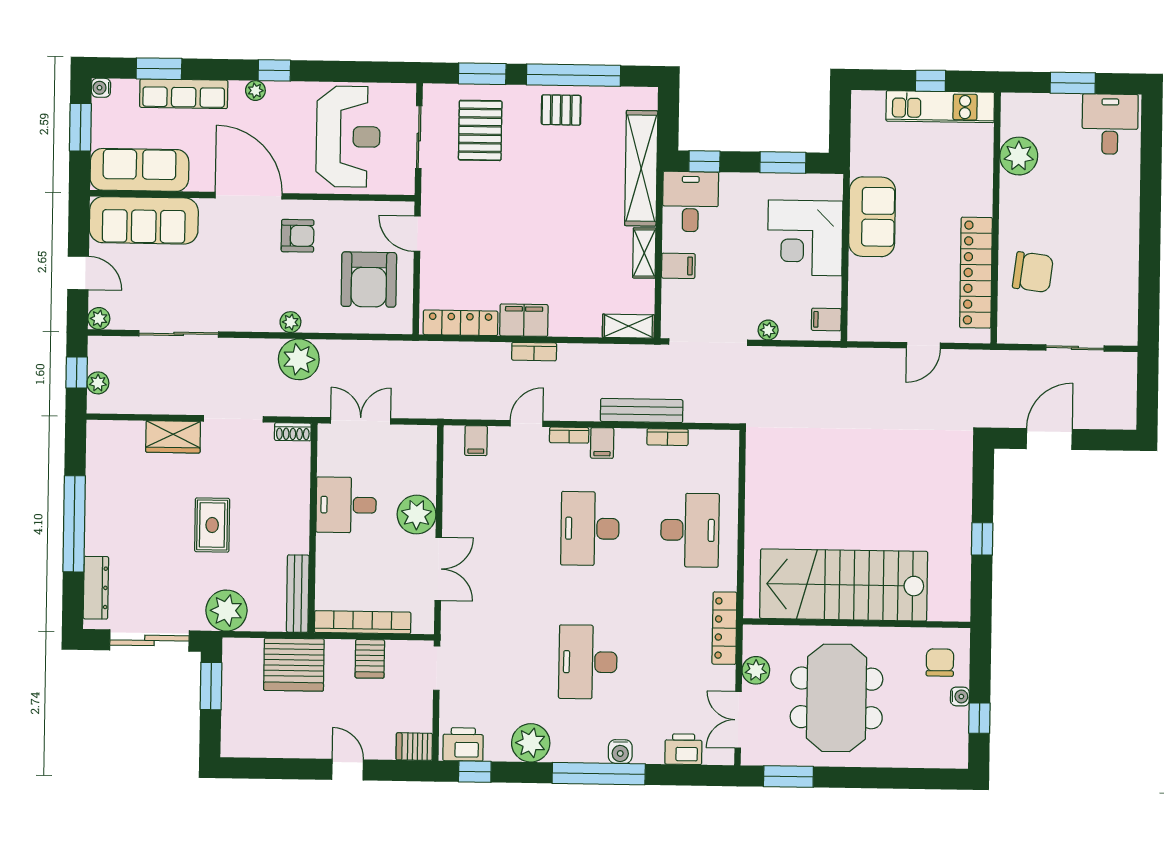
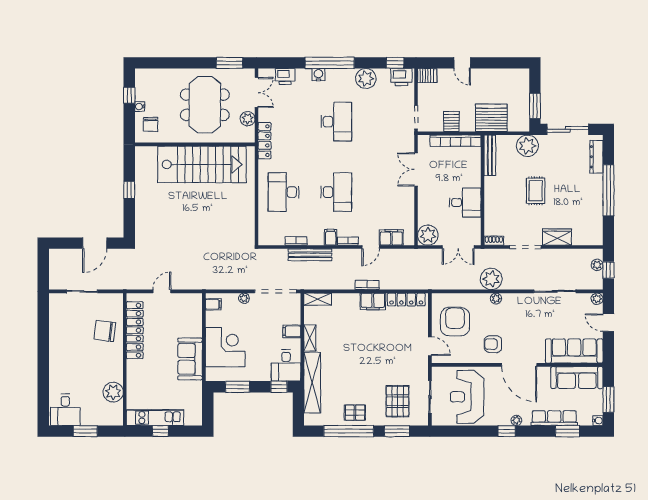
filing cabinet: (476, 441) -> (391, 237), width x2.00
plant: (417, 515) -> (428, 235), moved

